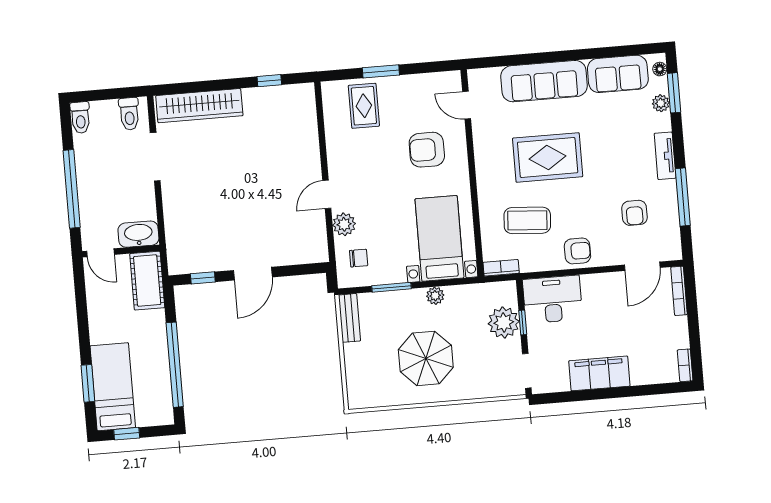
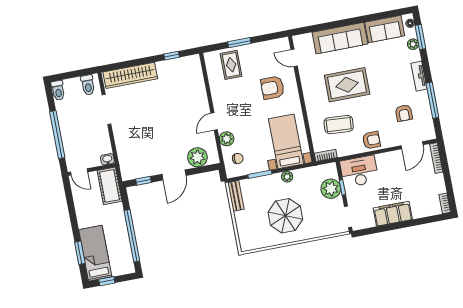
washbasin: (138, 234) -> (107, 159), width x0.52, depth x0.69
plant: (294, 249) -> (197, 157), added

